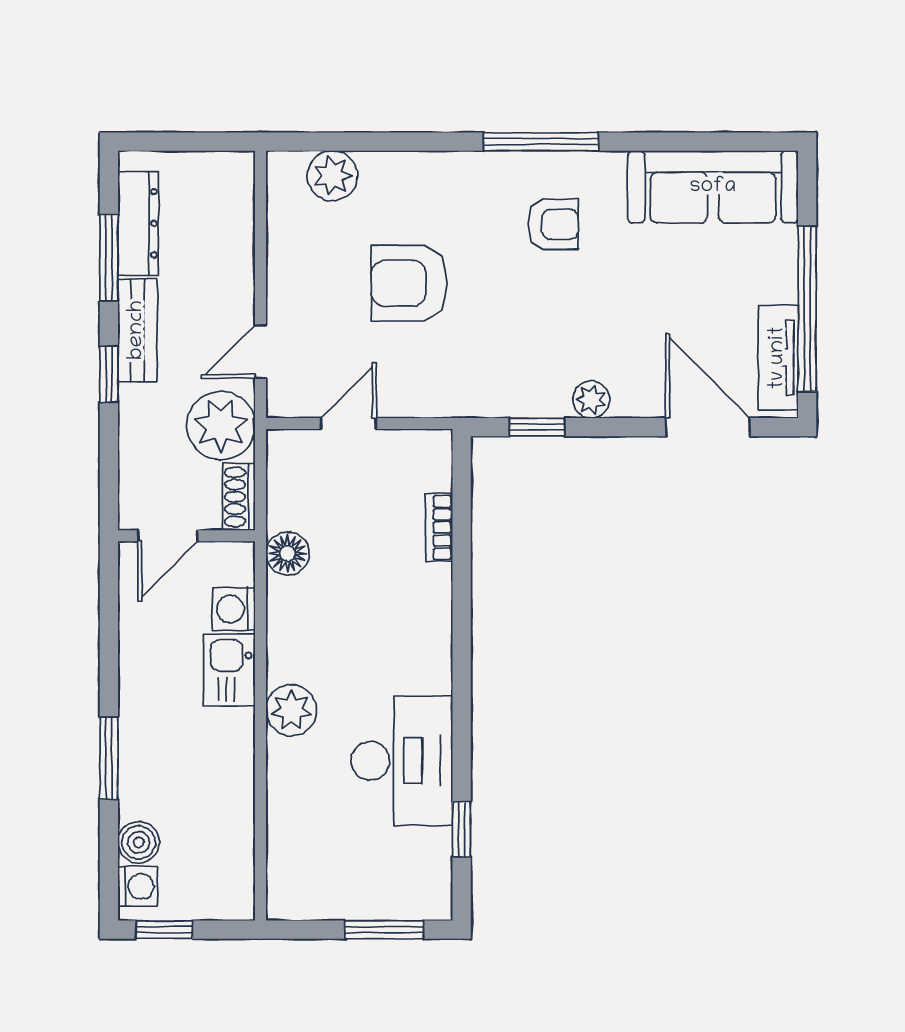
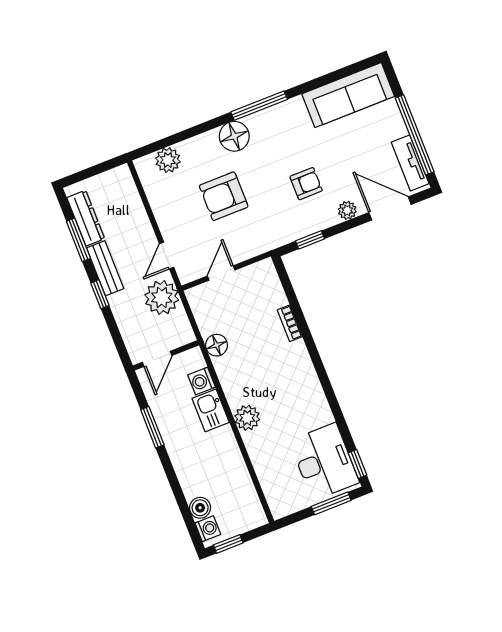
floor lamp: (472, 180) -> (234, 136), added
armchair: (553, 224) -> (306, 184), moved
plant: (591, 400) -> (347, 210), moved
shoe rack: (239, 497) -> (183, 328), removed
bookcase: (439, 527) -> (290, 323), moved
window: (109, 758) -> (152, 427), moved
desk: (402, 761) -> (324, 462), moved
window: (462, 829) -> (357, 464), moved

